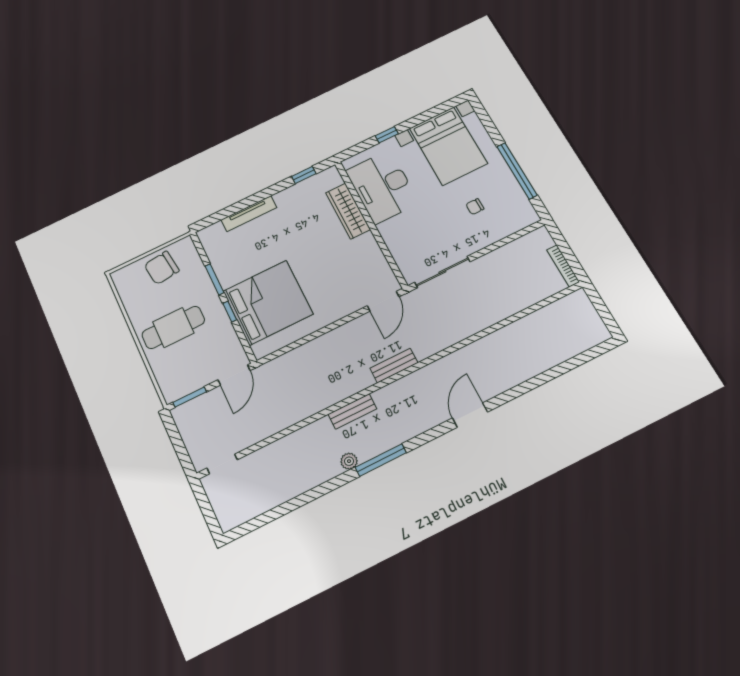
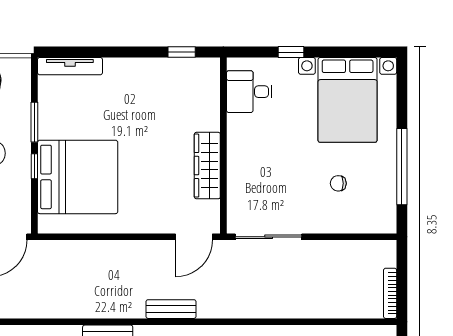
desk: (382, 187) -> (249, 92), width x0.53, depth x0.77
wardrobe: (348, 211) -> (207, 166), moved
tv unit: (249, 214) -> (70, 66), moved

